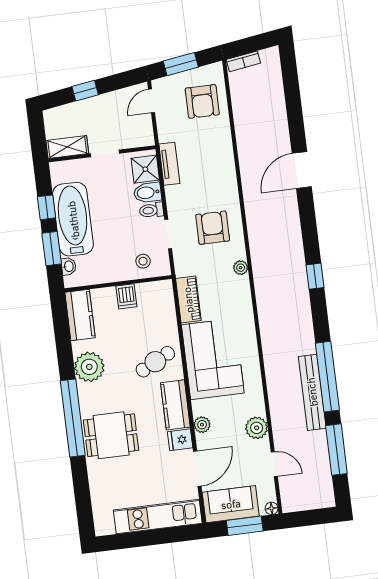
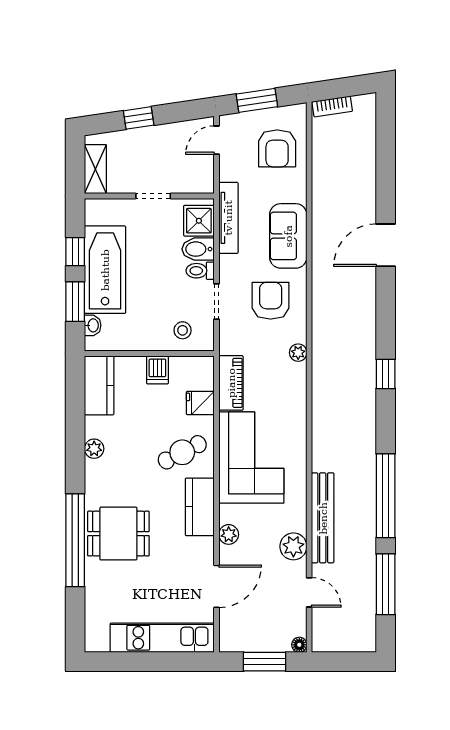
shelving: (67, 147) -> (95, 169), moved, turned 90
tv unit: (169, 164) -> (228, 218), width x1.41
plant: (89, 367) -> (94, 449), width x0.53, depth x0.53
bench: (312, 392) -> (323, 518), moved
window: (73, 418) -> (75, 540), moved
fridge: (180, 440) -> (200, 403), moved
sofa: (231, 504) -> (288, 236), moved, turned -90

